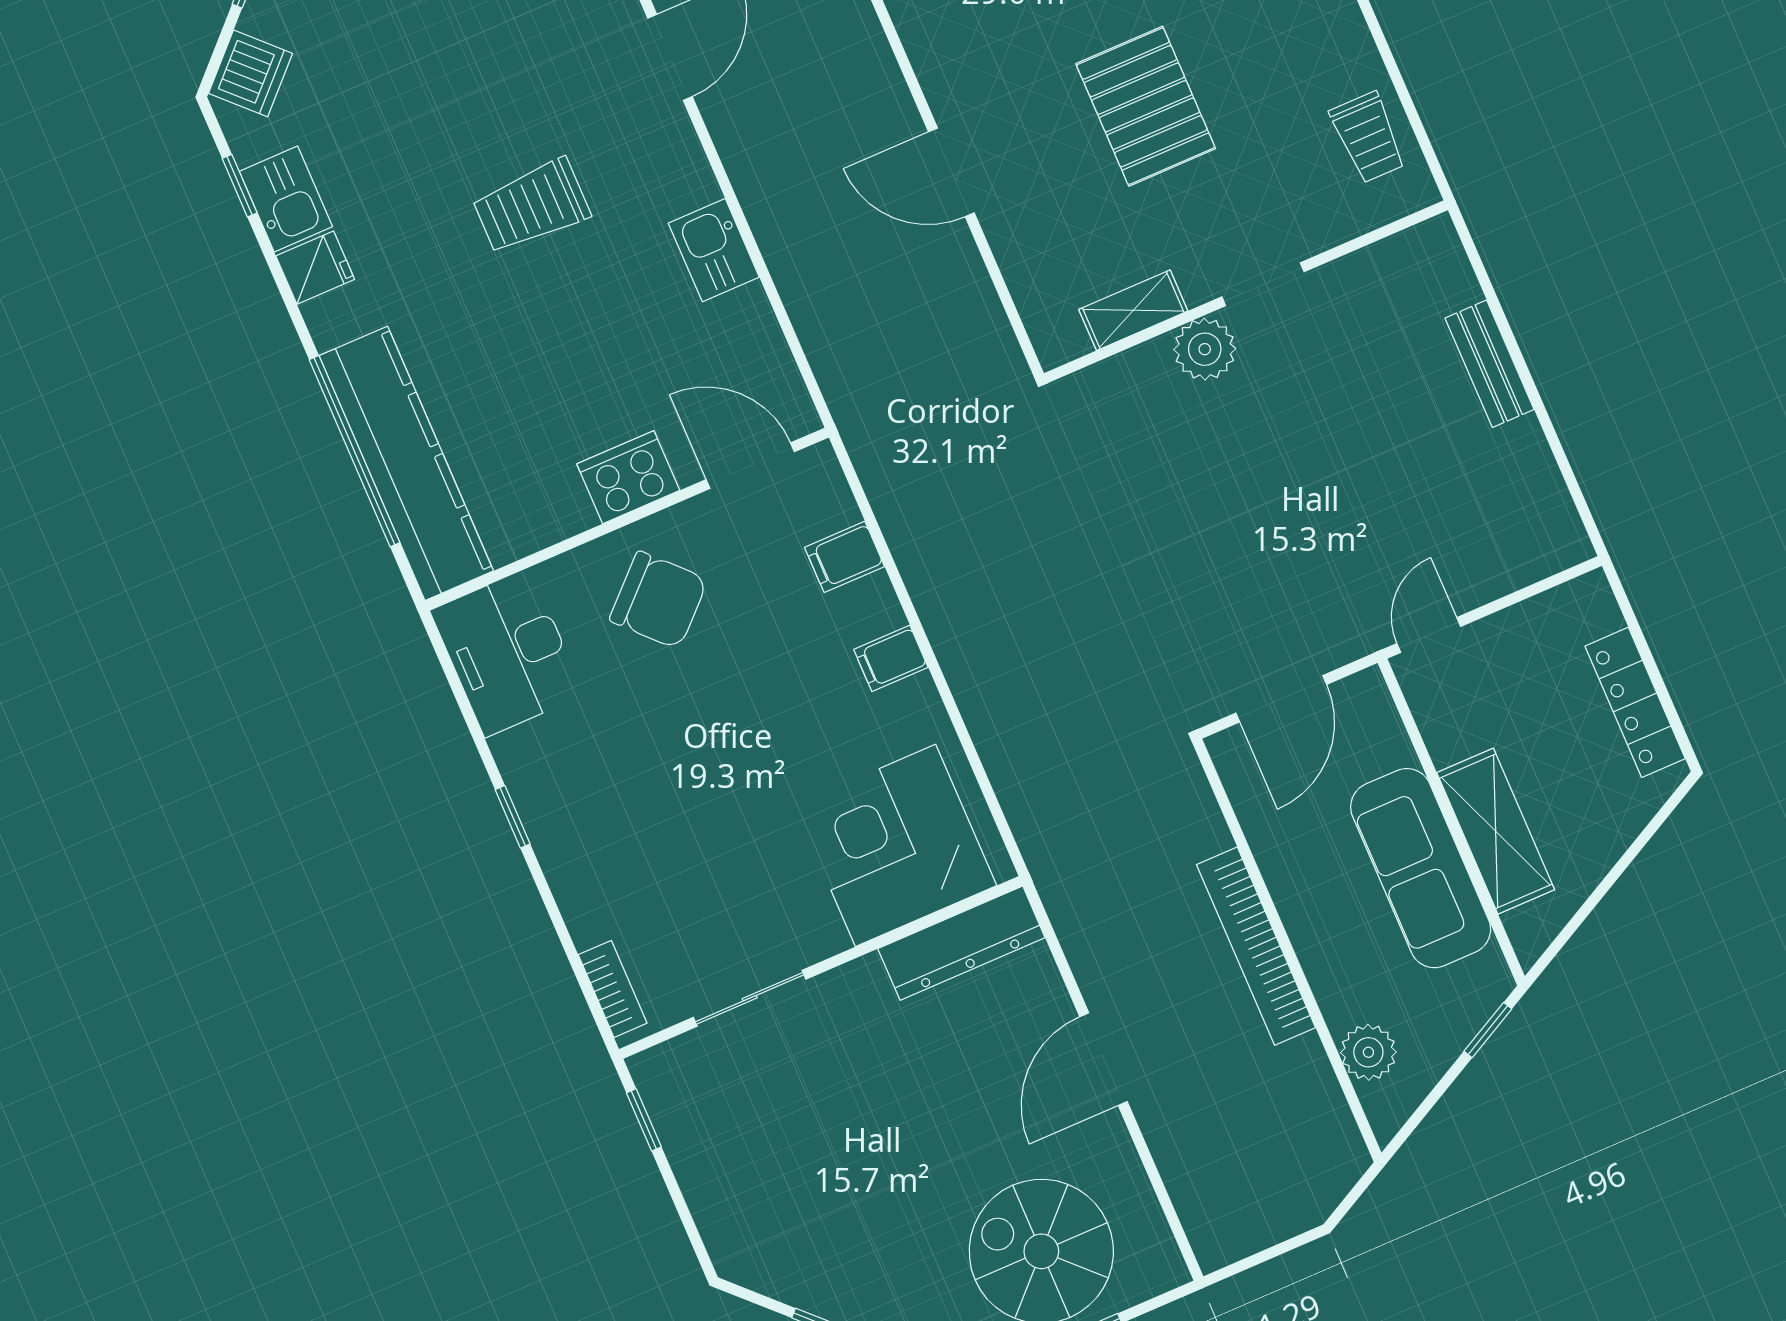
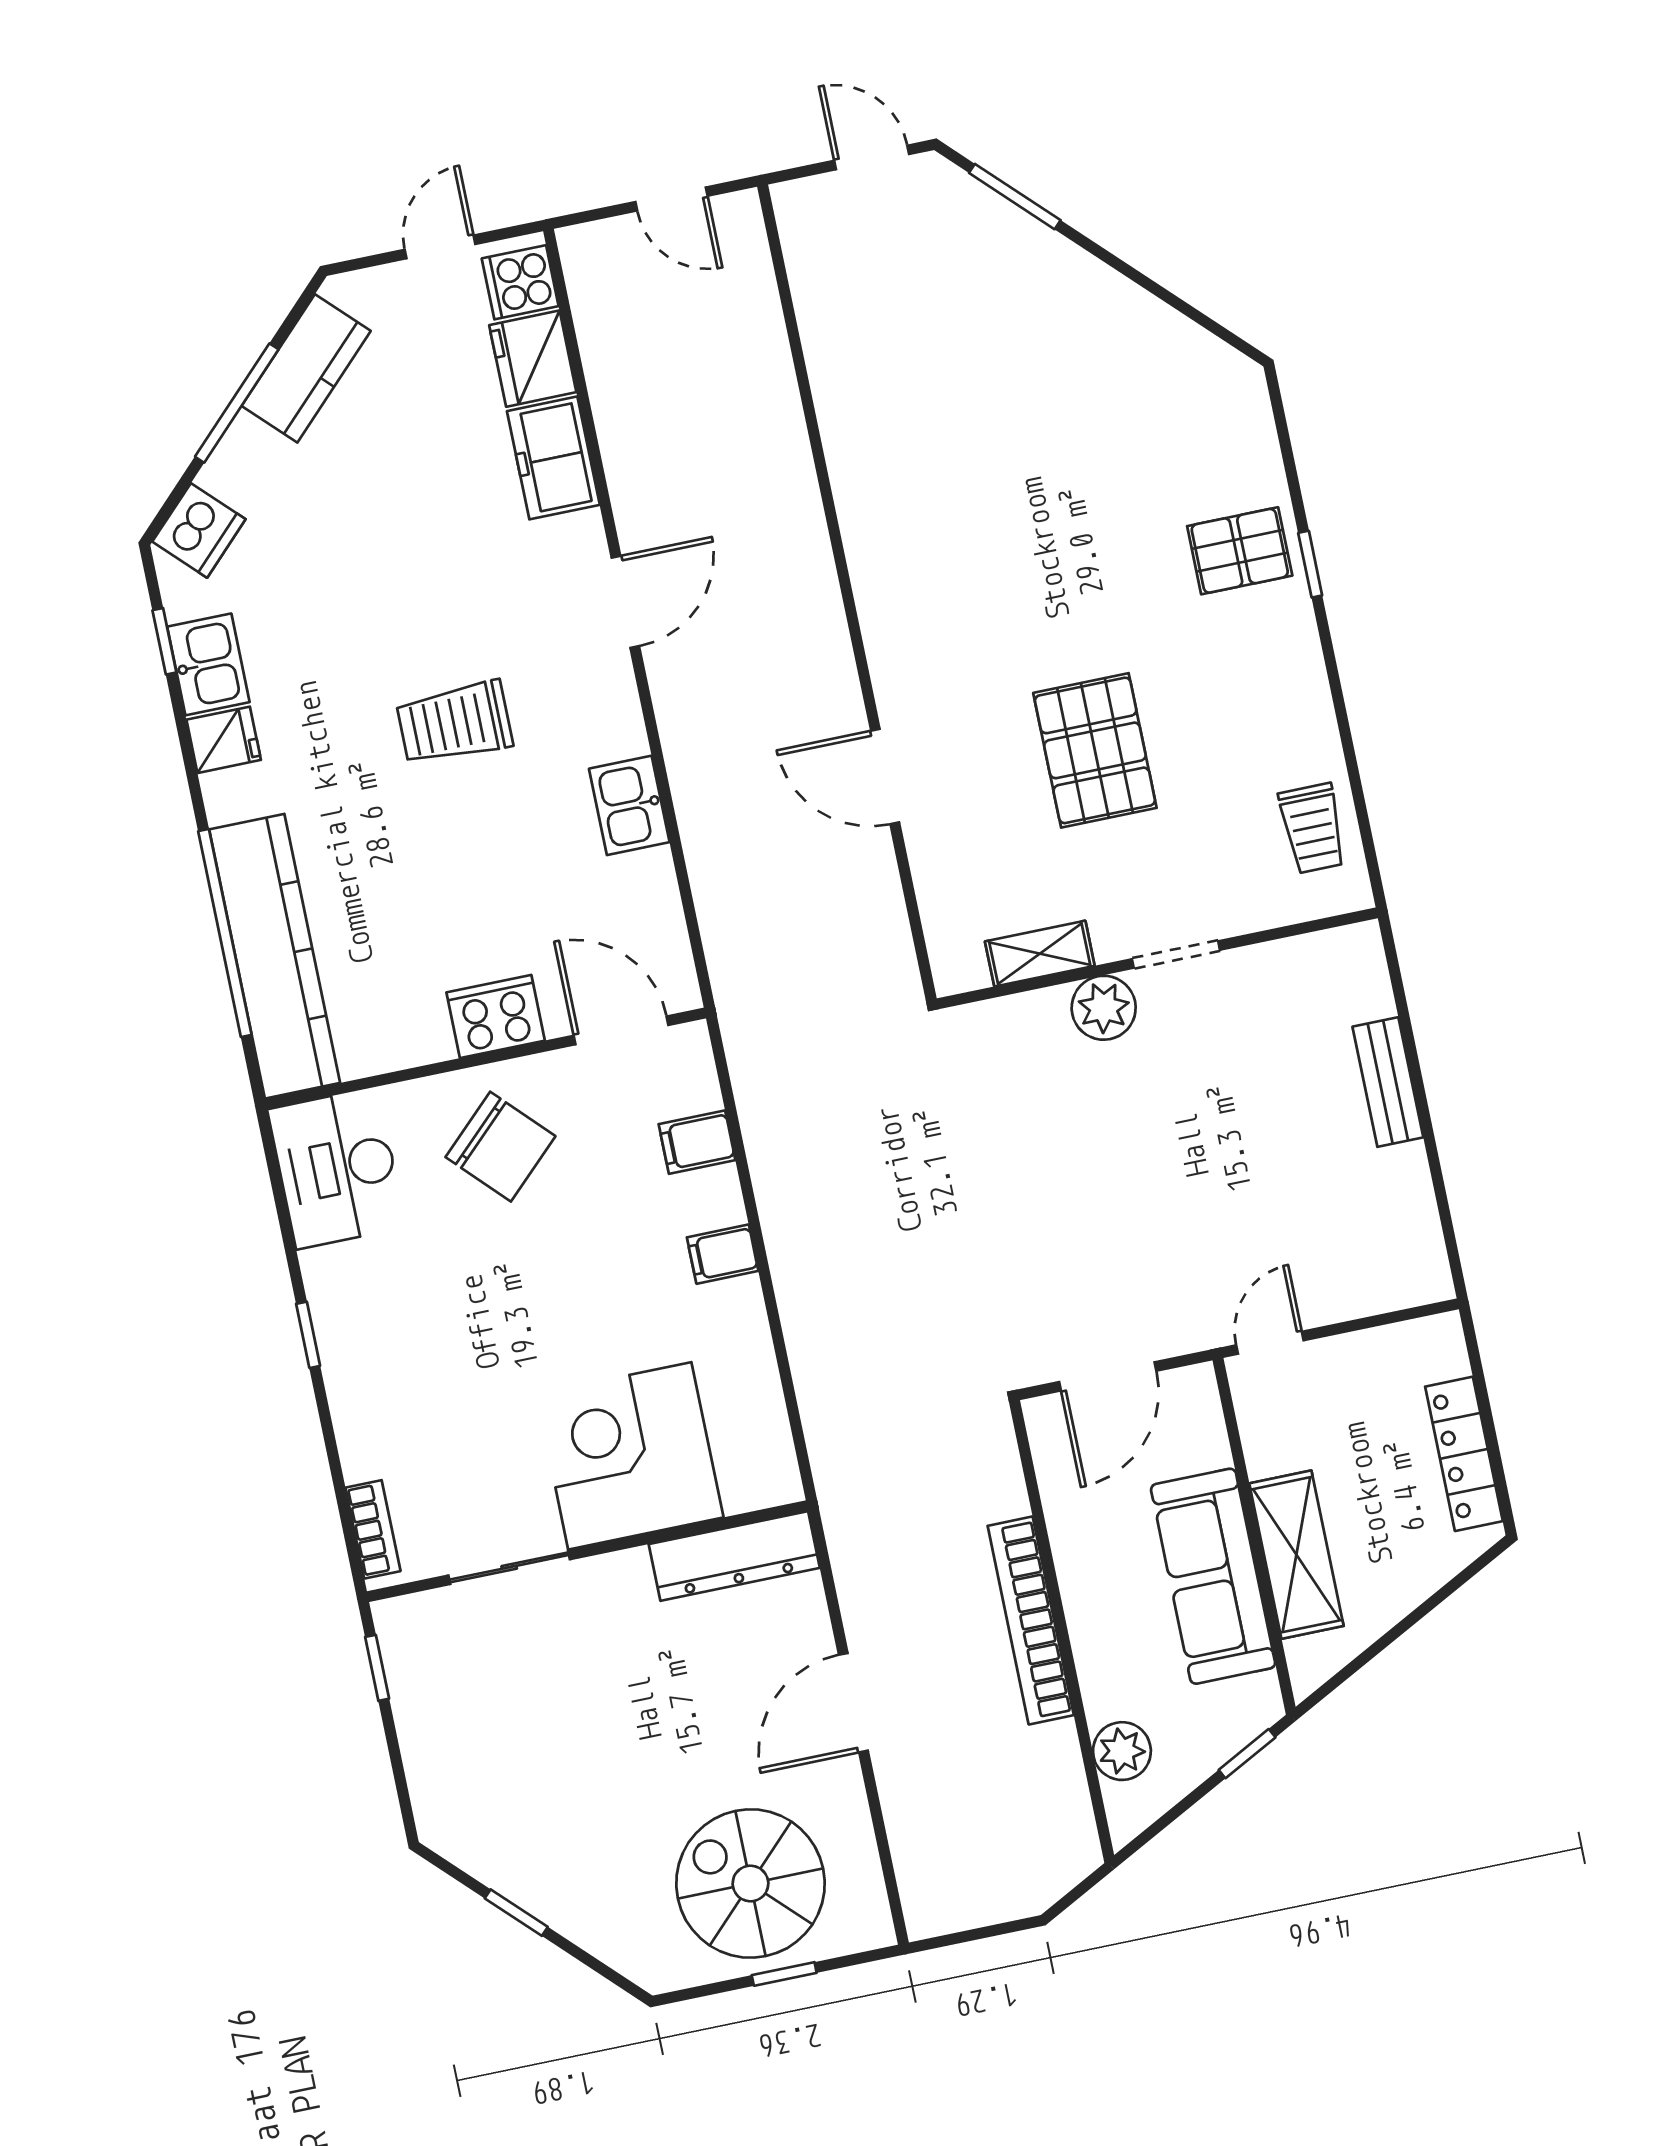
corner desk: (895, 845) -> (630, 1456), moved

